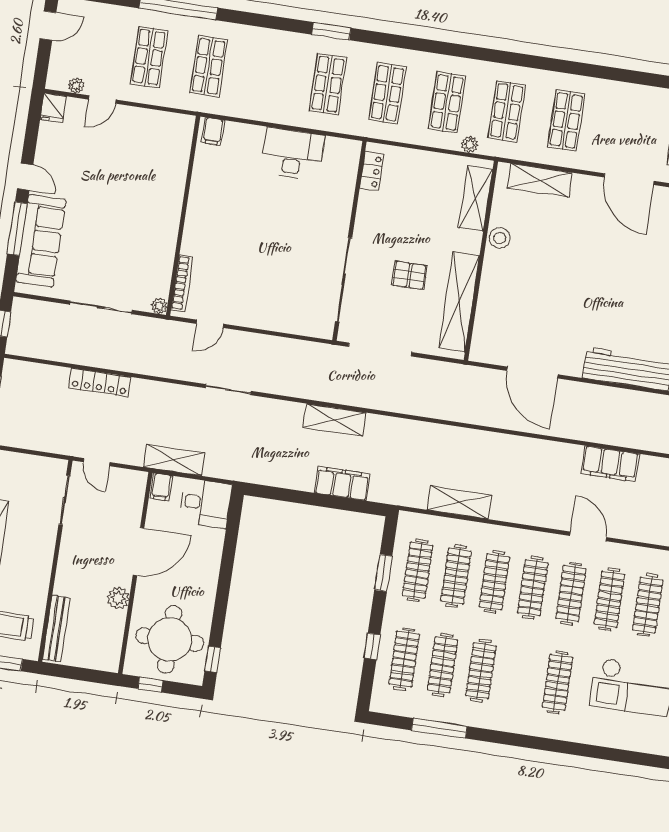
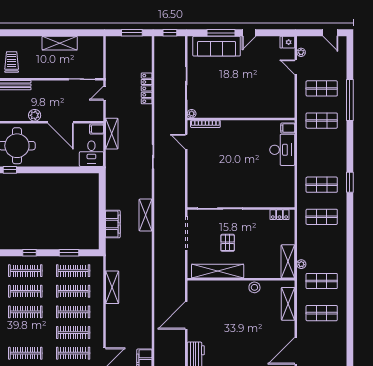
shop shelf: (447, 102) -> (322, 249), removed
desk: (293, 154) -> (282, 150), moved
shelving: (476, 198) -> (288, 261), moved, turned 90

